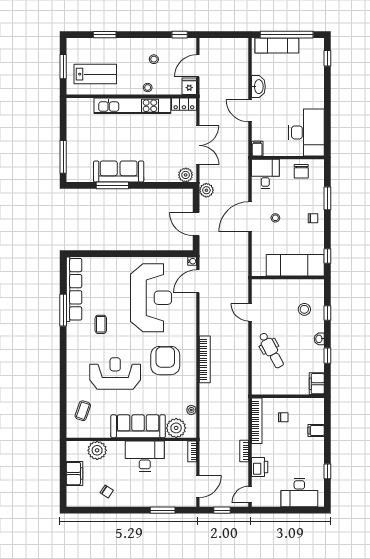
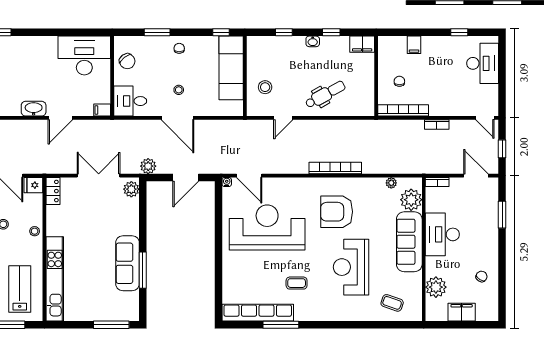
kitchen unit: (132, 106) -> (55, 279), moved
chair: (301, 171) -> (127, 61), turned 53
stool: (304, 309) -> (265, 87), moved
printer: (260, 467) -> (454, 107), removed

